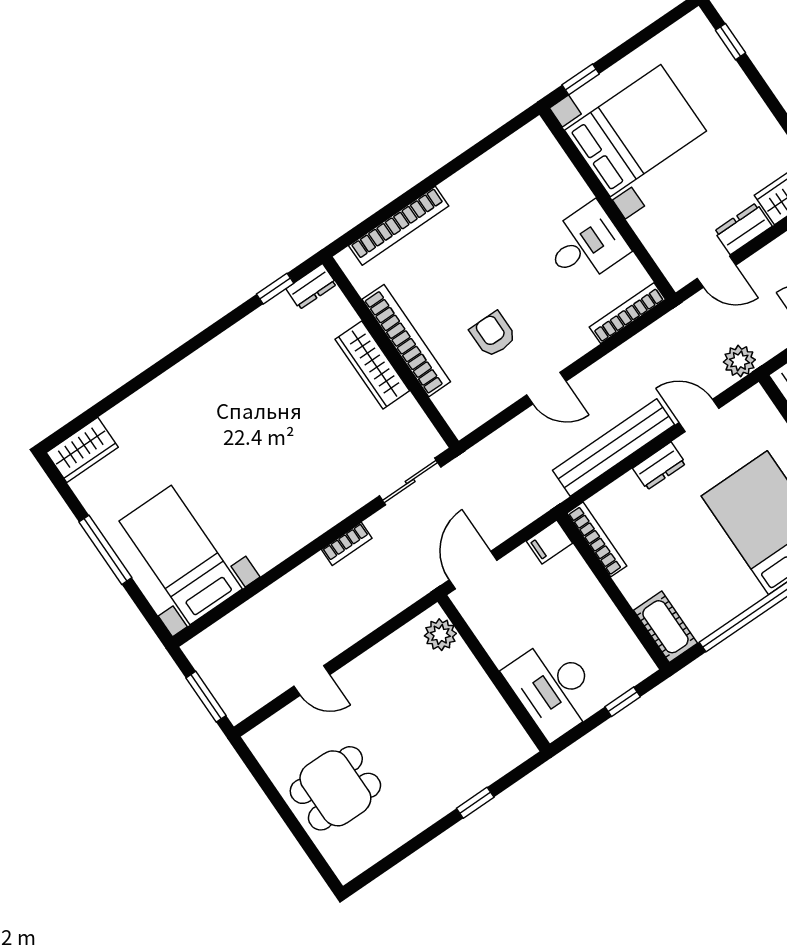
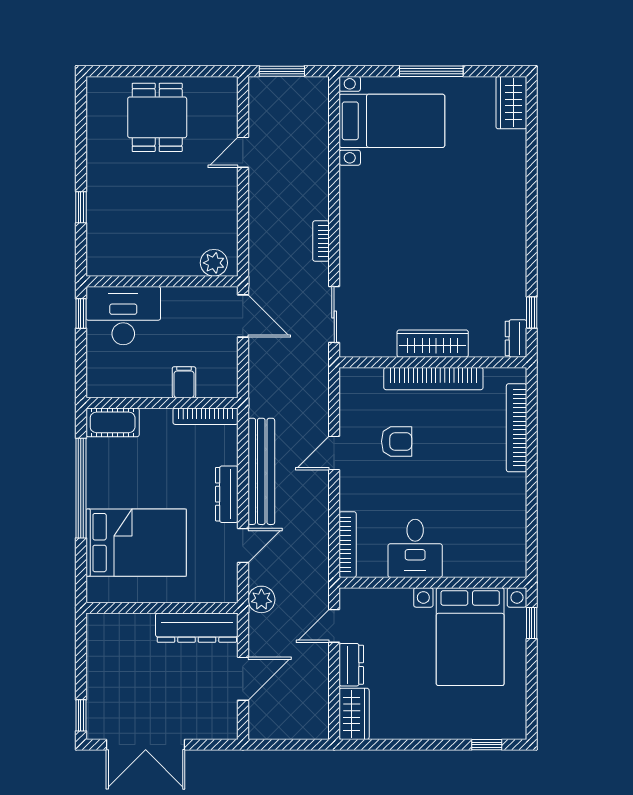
dresser: (659, 466) -> (227, 494), width x1.44
filing cabinet: (549, 542) -> (184, 382), moved
window: (623, 702) -> (81, 313), moved

